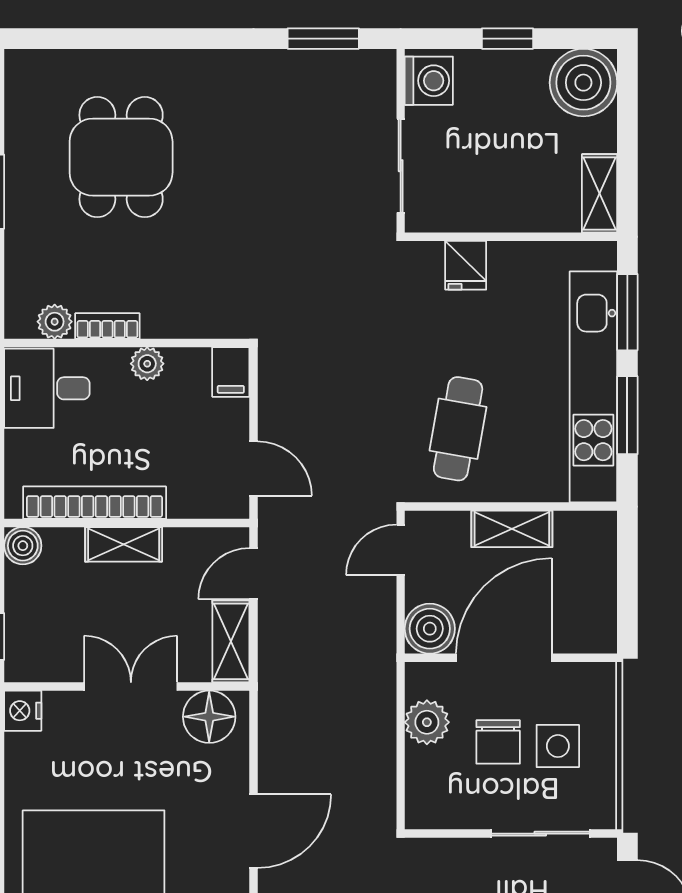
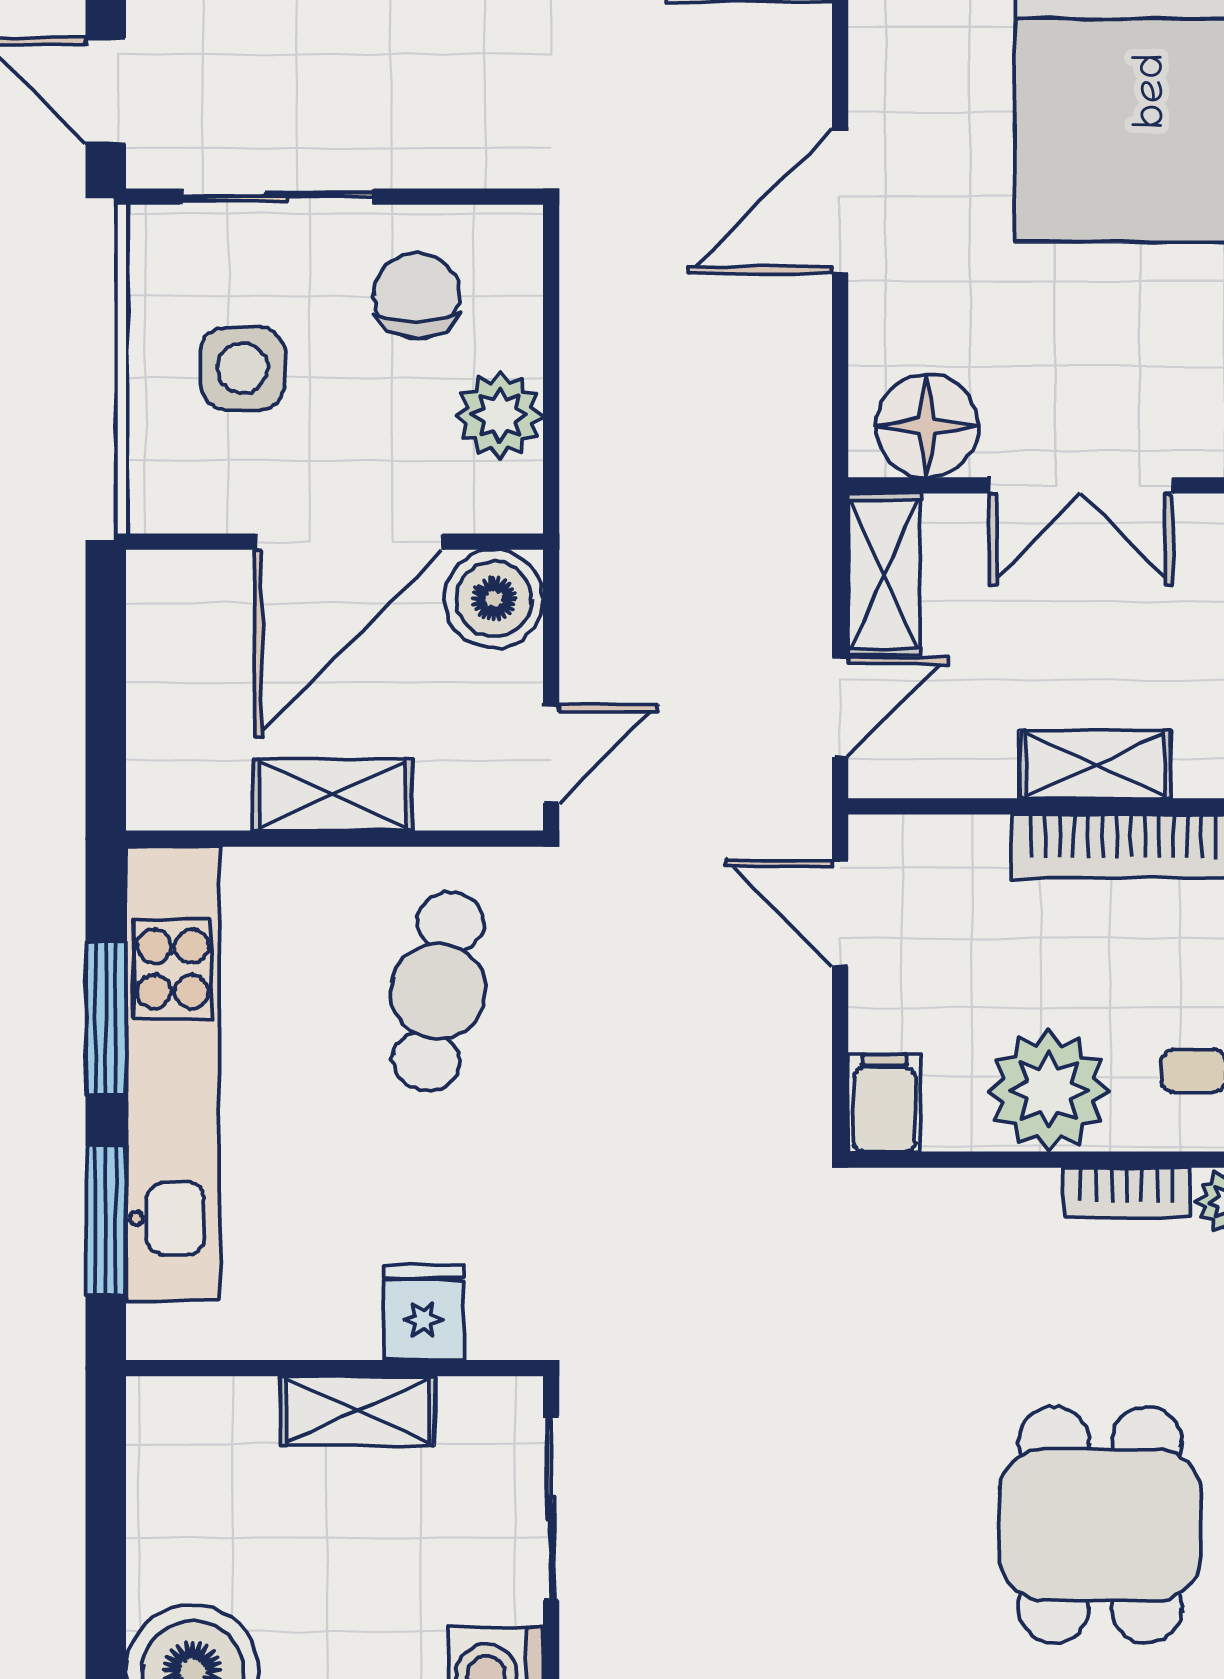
shelving: (600, 193) -> (358, 1411), moved, turned 90
plant: (147, 364) -> (1049, 1091), width x1.88, depth x1.88
chair: (498, 742) -> (417, 296), moved

